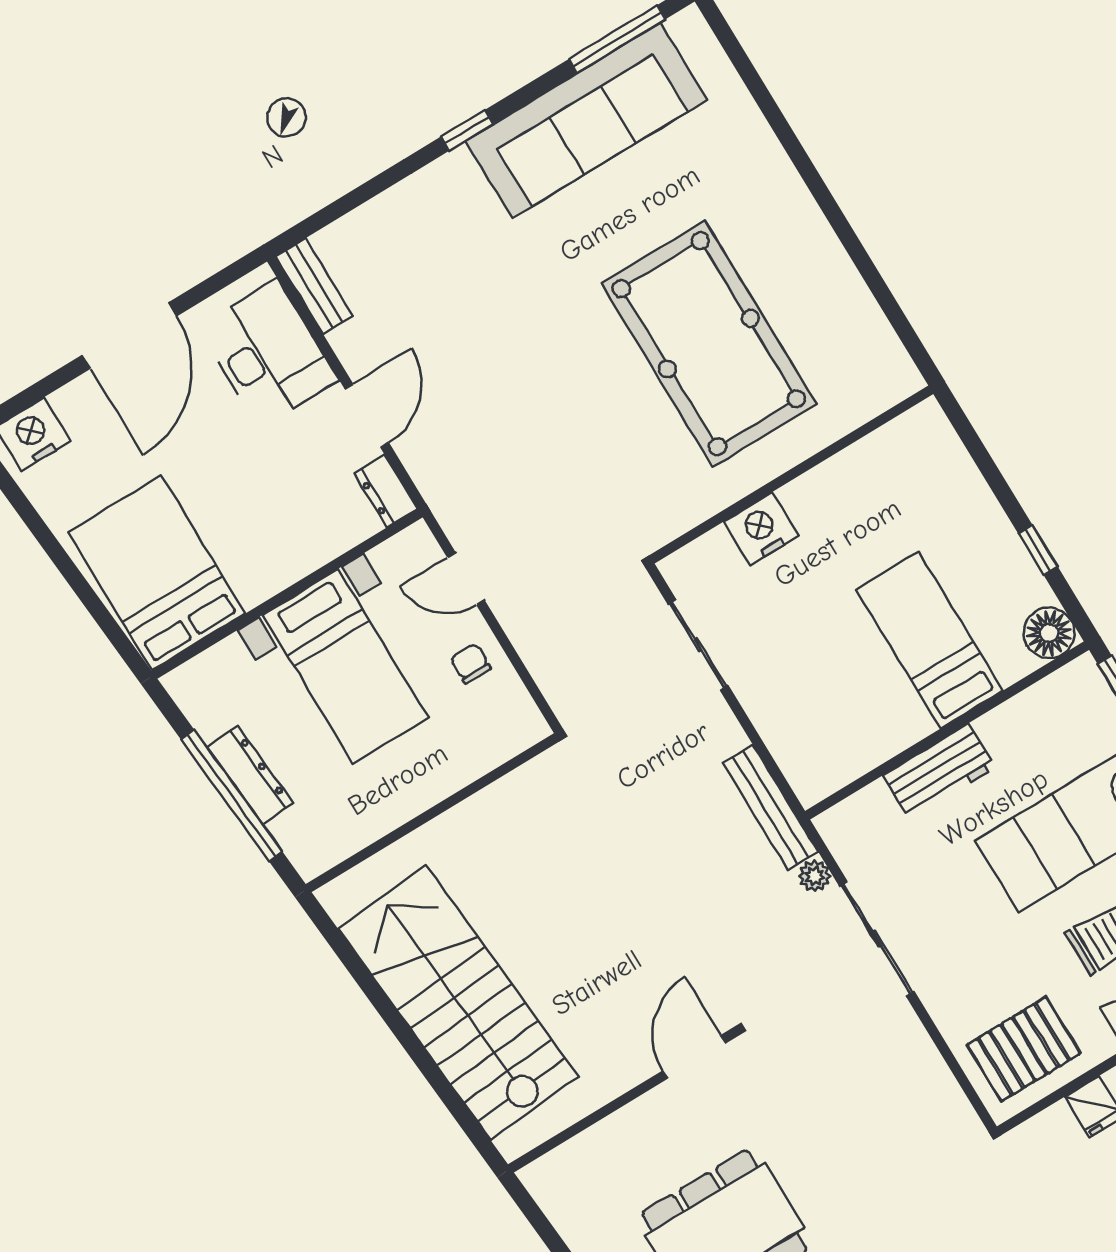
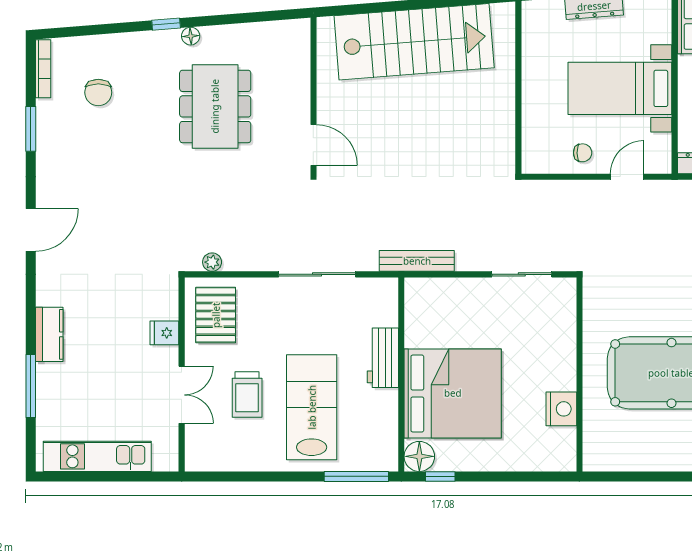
nightstand: (761, 529) -> (561, 409), moved
window: (1038, 550) -> (440, 476), moved
bed: (930, 640) -> (453, 393), width x2.04
plant: (815, 876) -> (212, 262), moved

